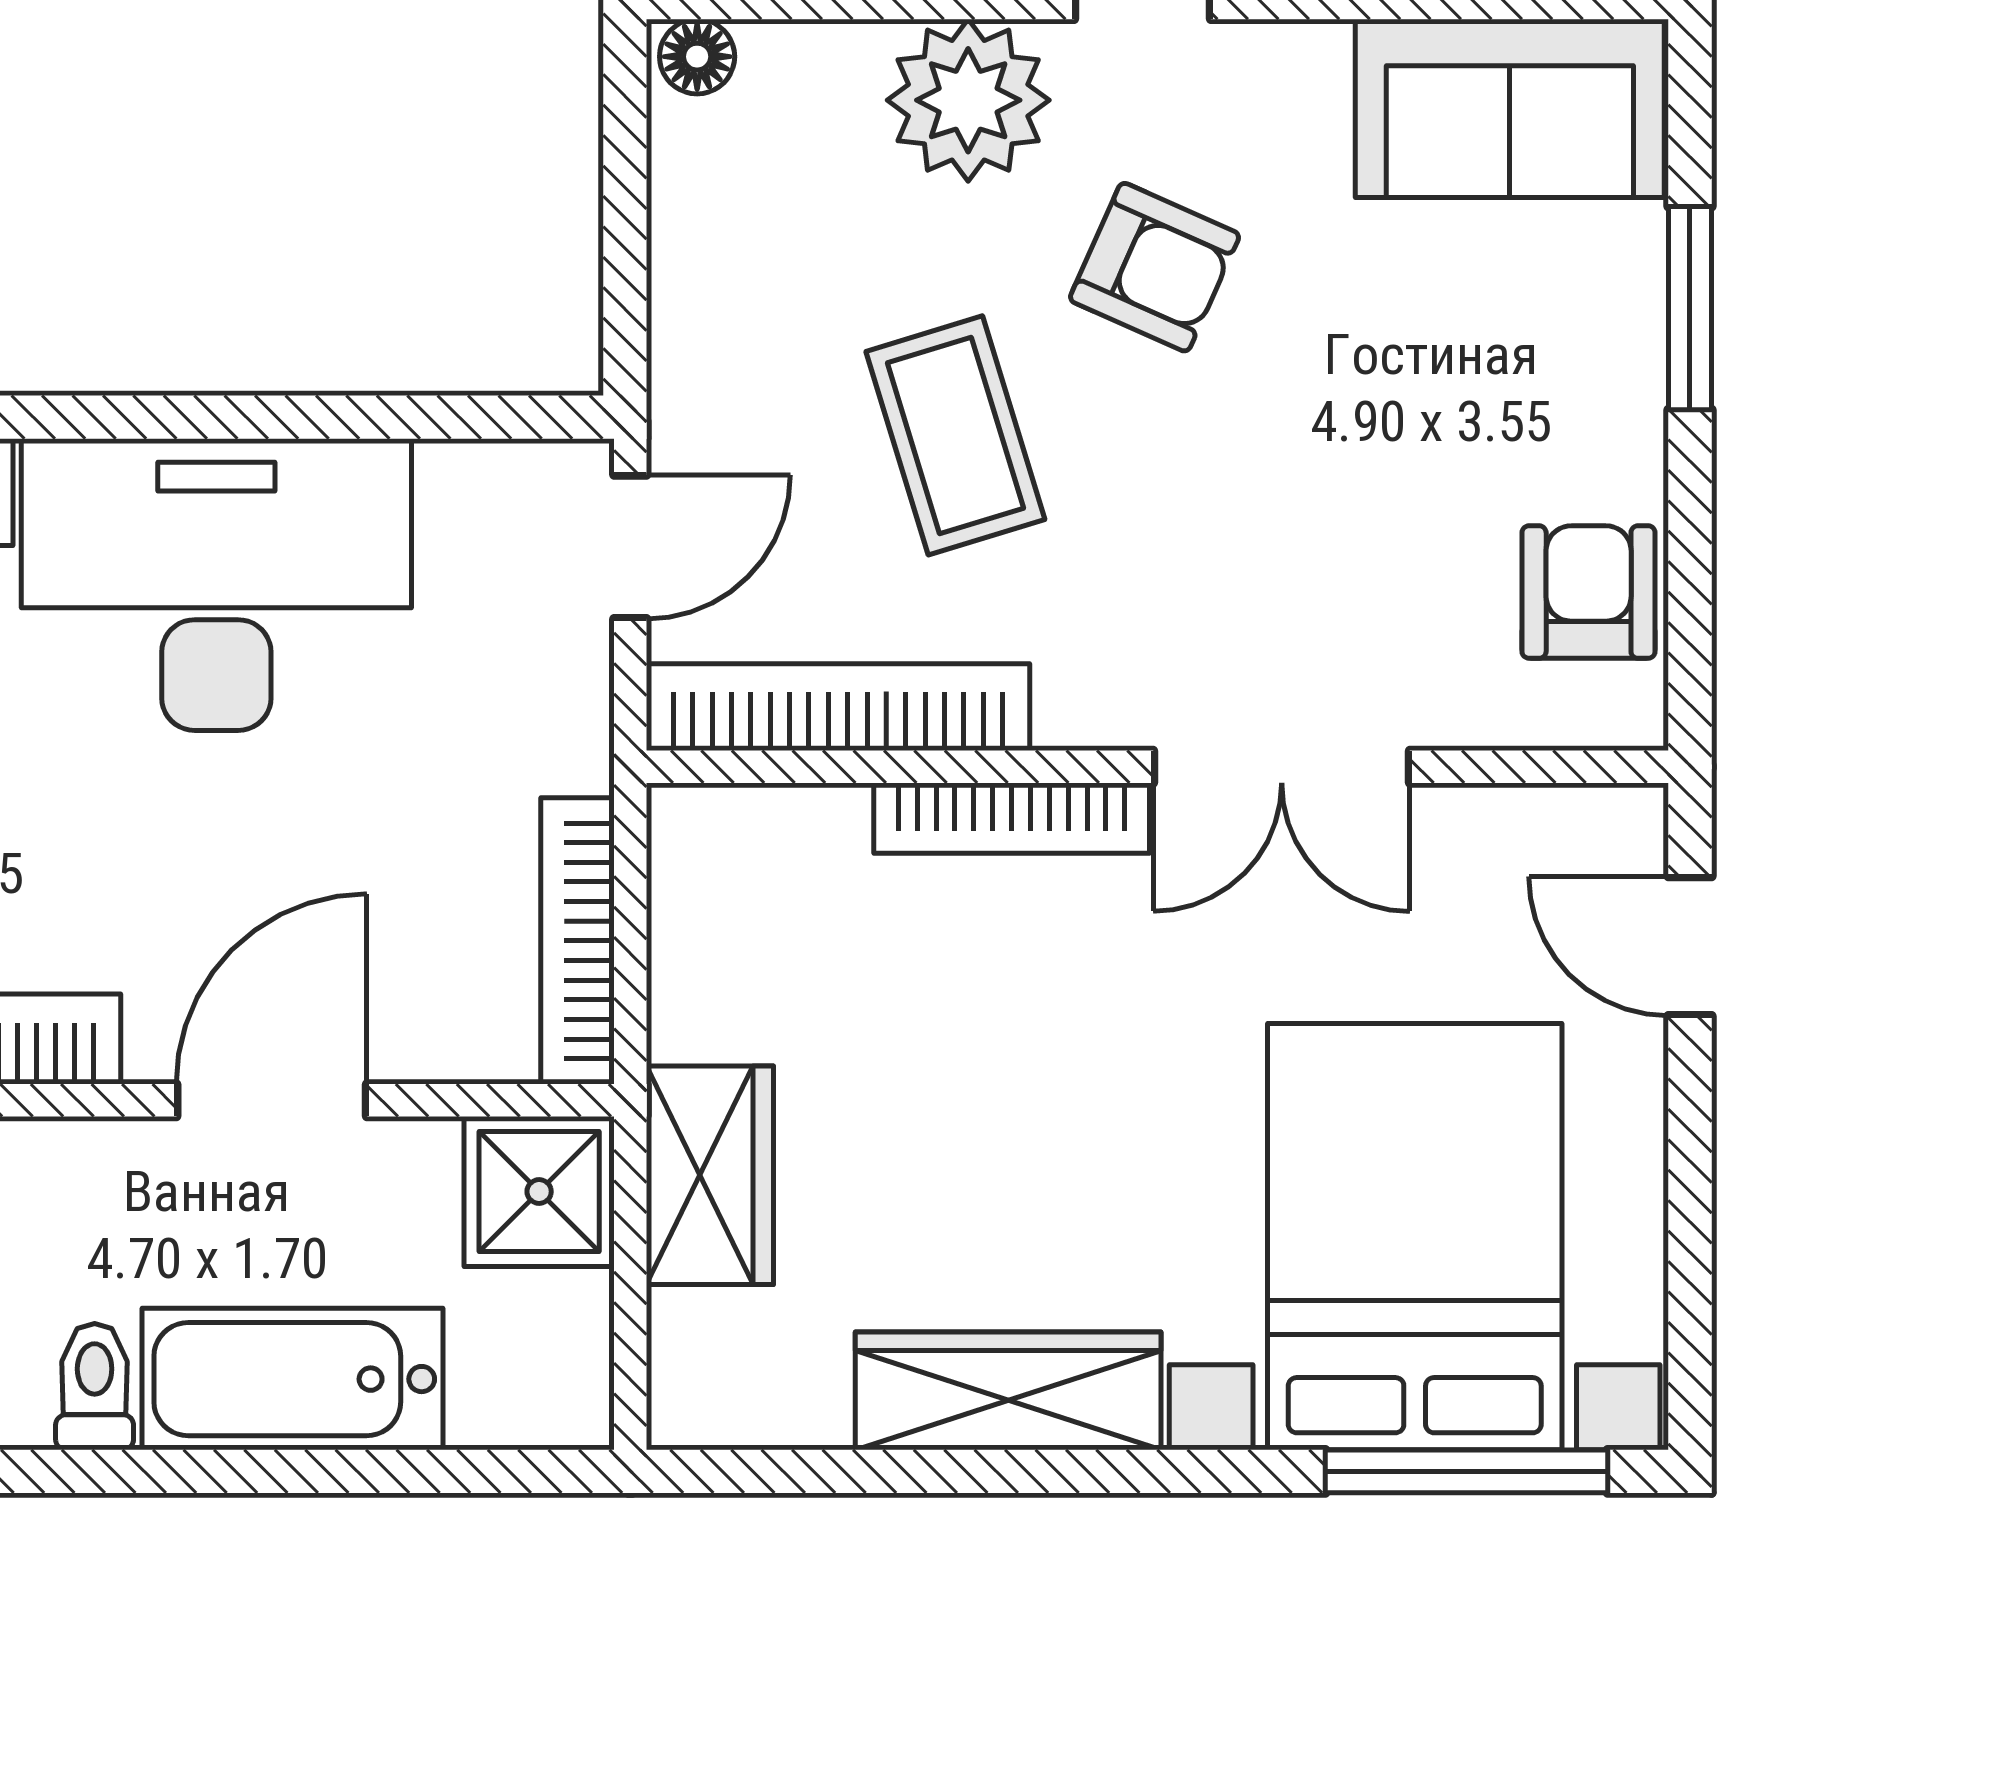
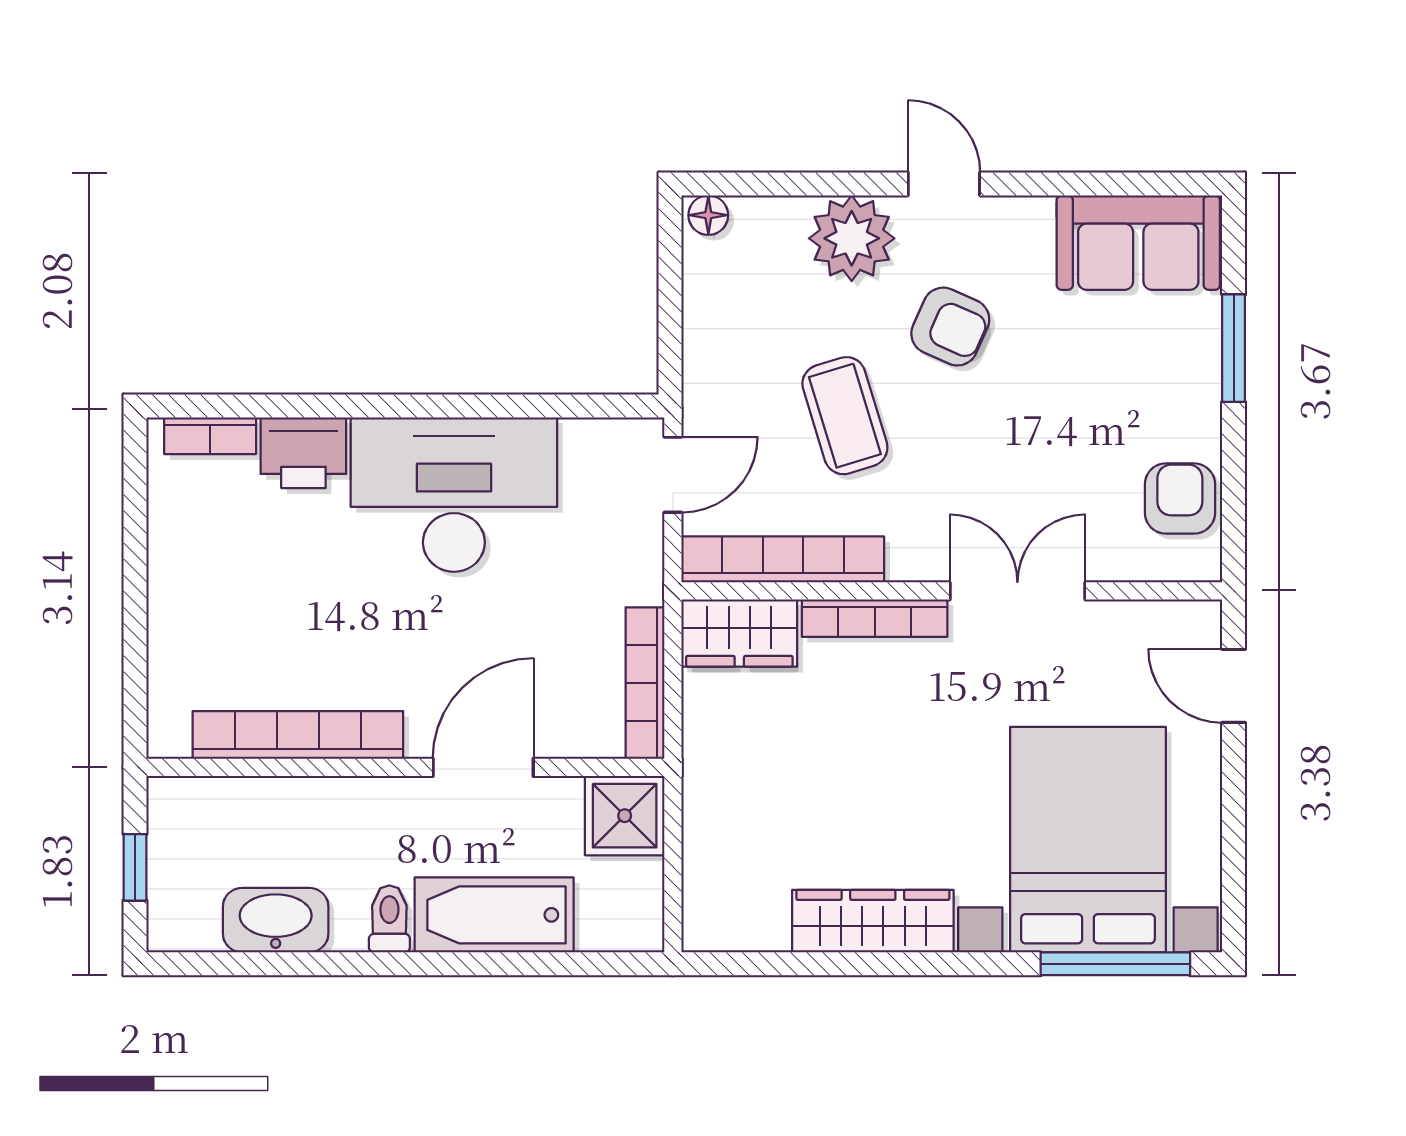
double door: (1282, 767) -> (1017, 591), swing flipped
wardrobe: (710, 1175) -> (739, 633), moved, turned 90

